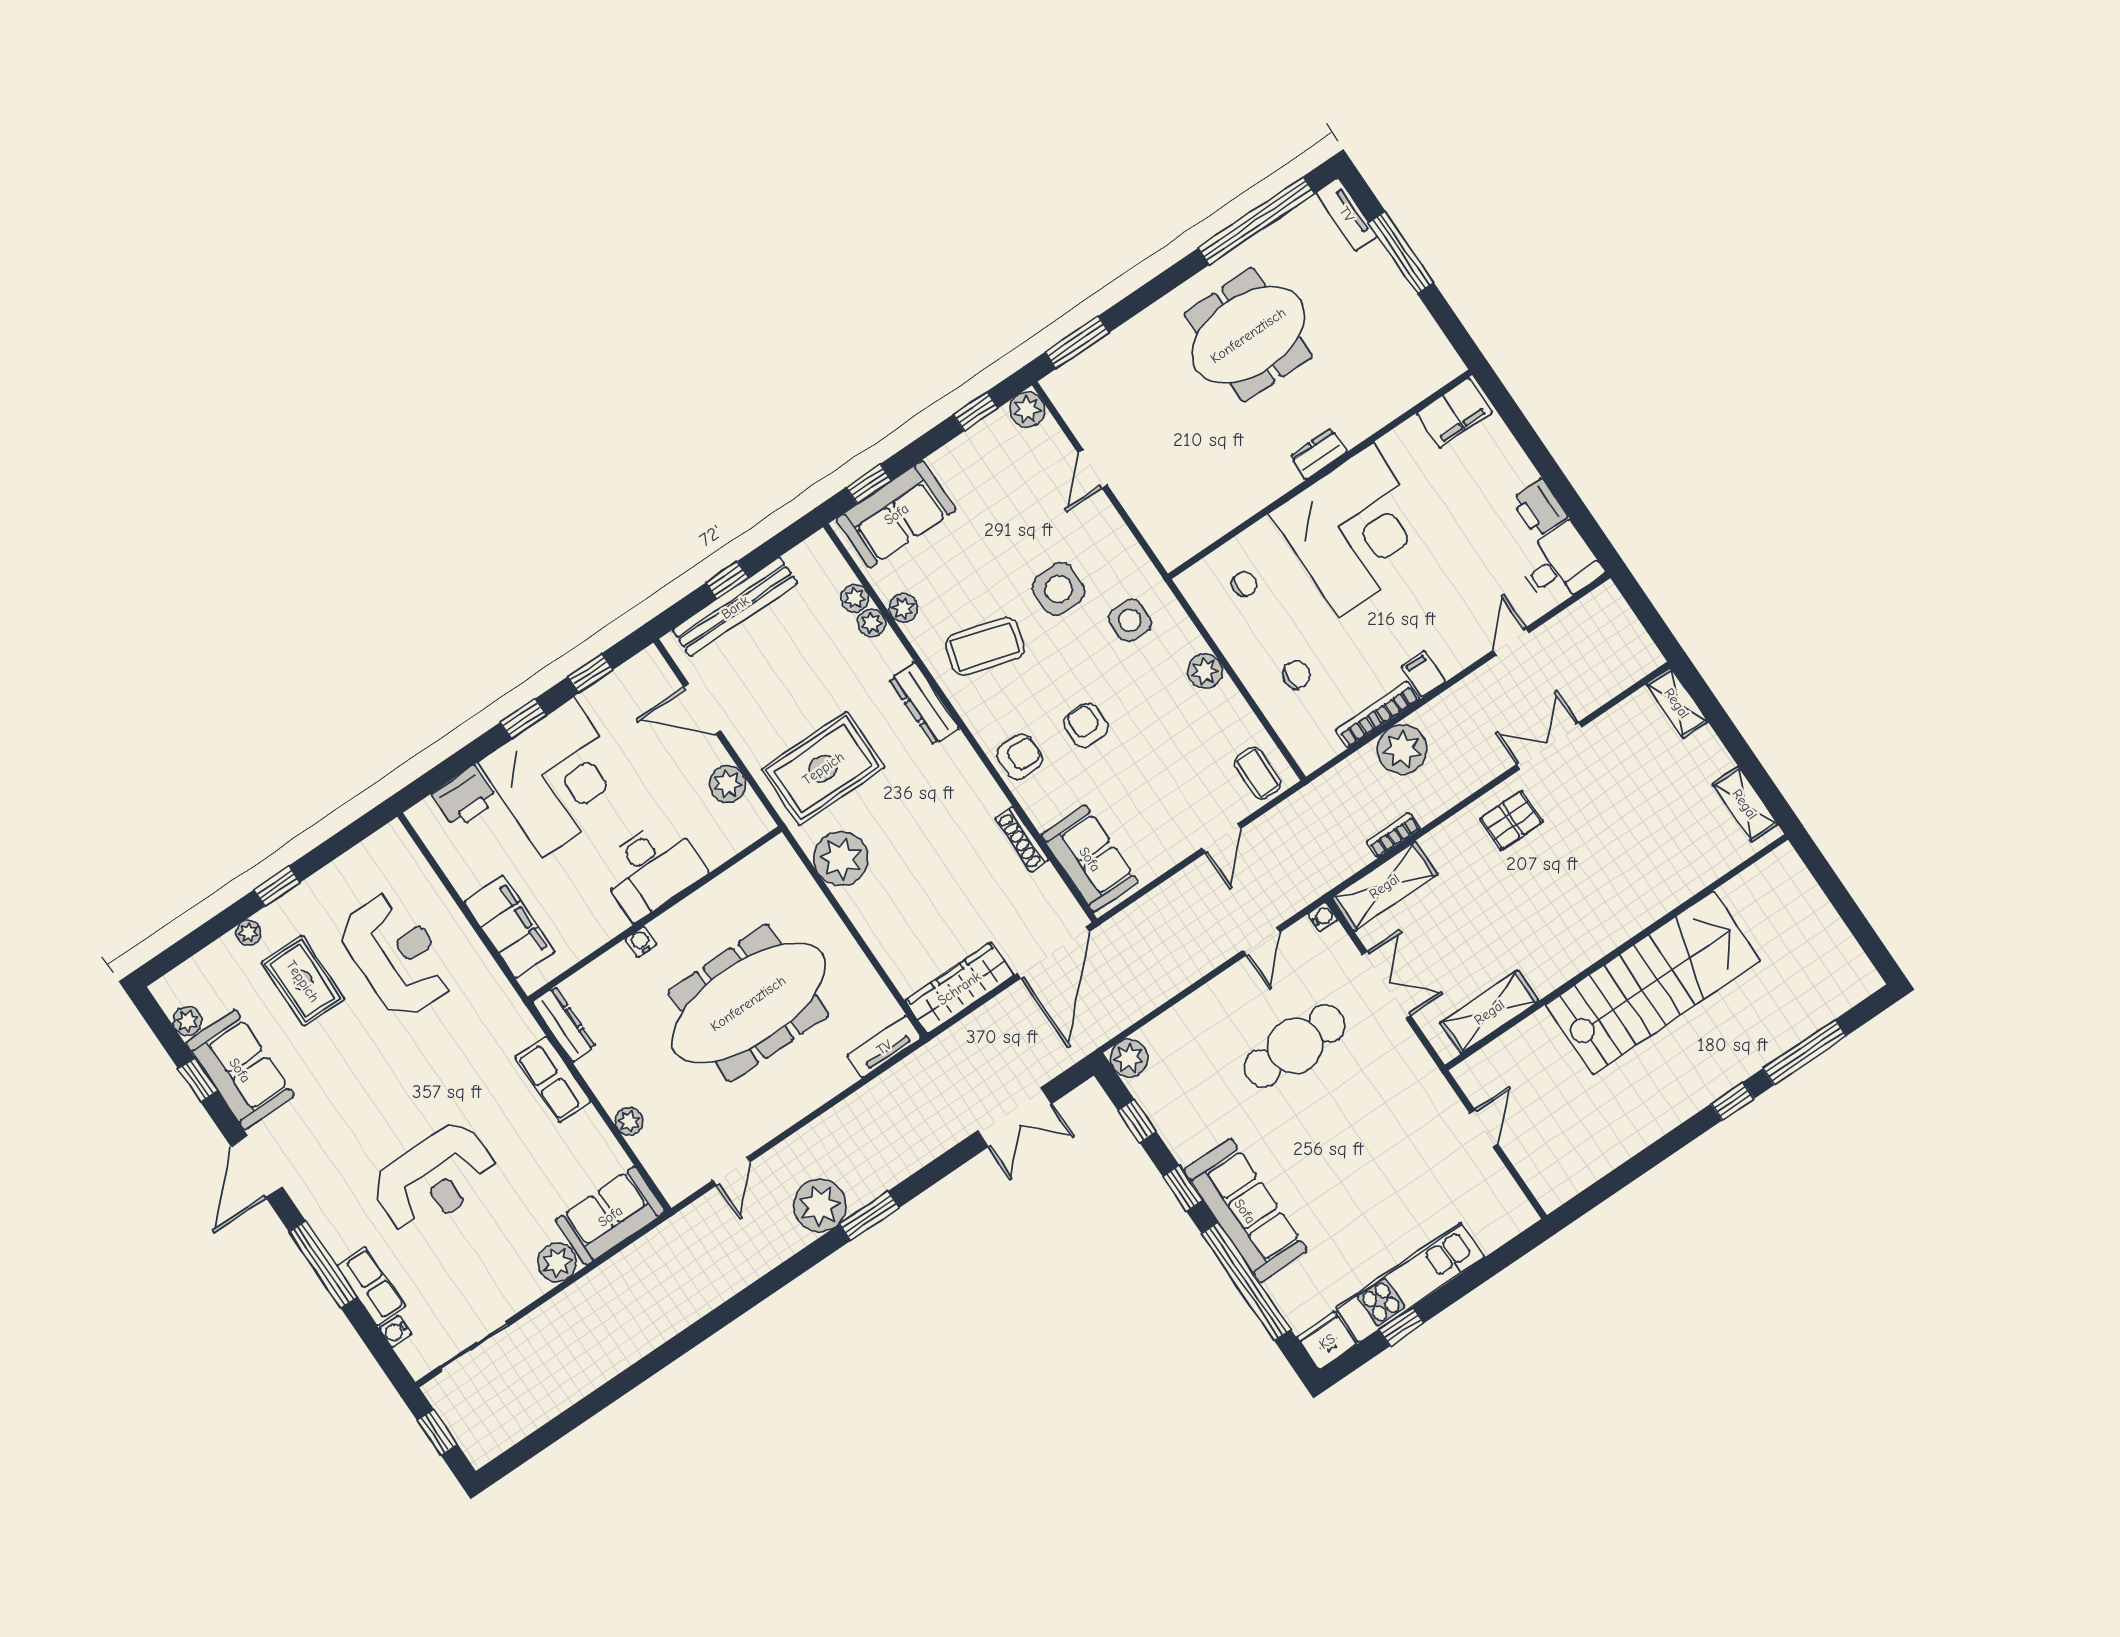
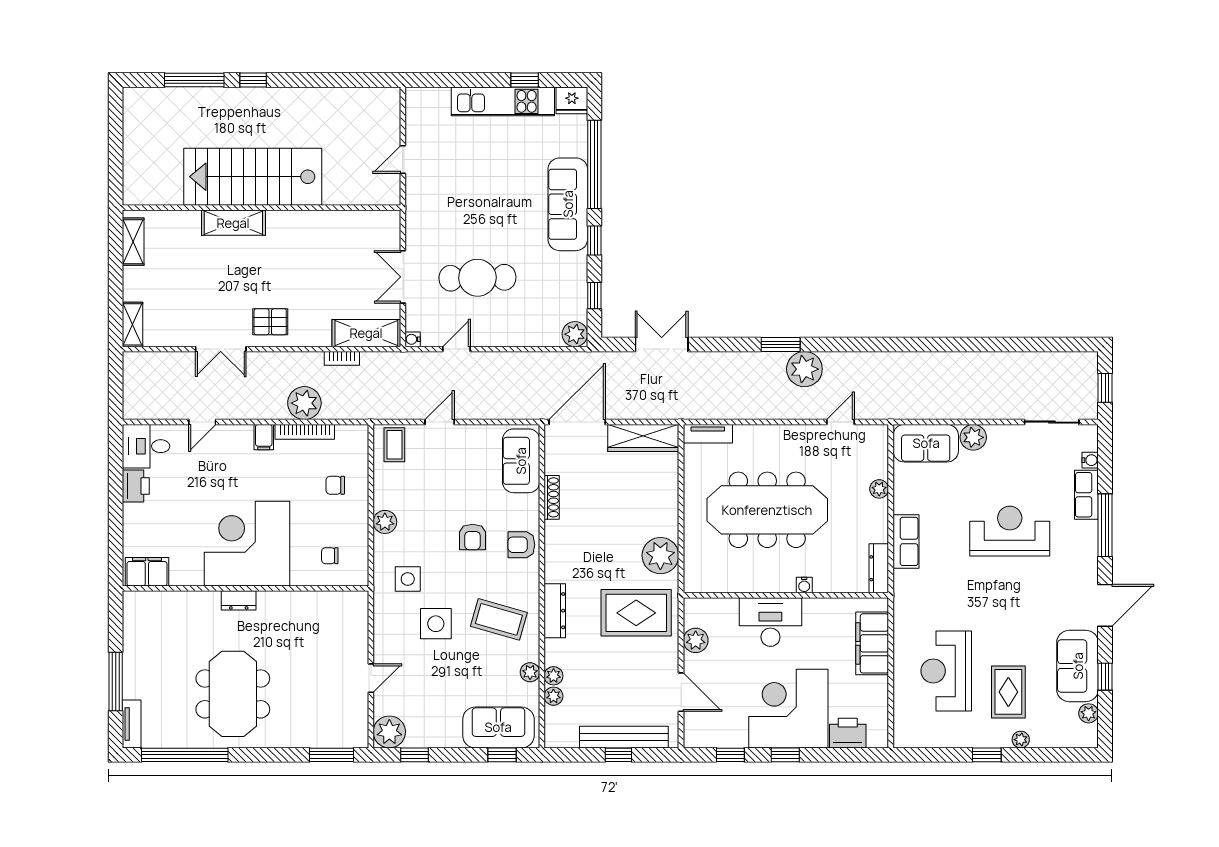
meeting table: (1248, 335) -> (233, 694), turned 90
plant: (1027, 410) -> (389, 732), width x1.36, depth x1.36
shelving: (1489, 1012) -> (233, 223), moved

